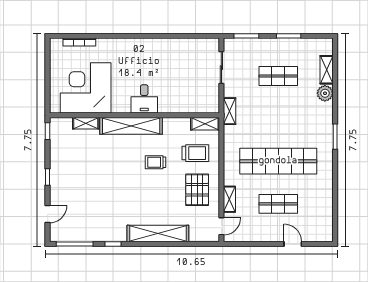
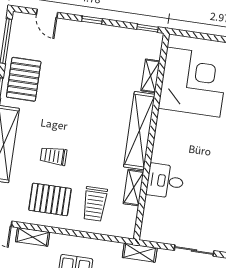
desk: (144, 99) -> (165, 181), moved
shelving: (205, 124) -> (134, 188), moved
trolley: (156, 162) -> (54, 156), moved, turned -90
pallet: (103, 225) -> (24, 79), added

